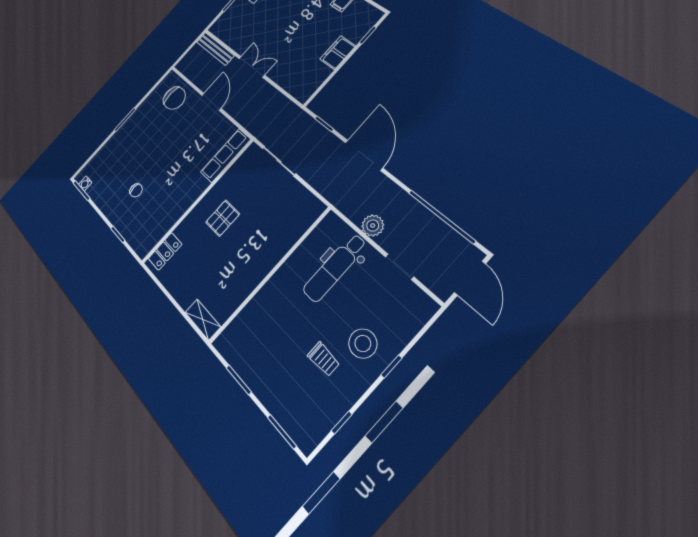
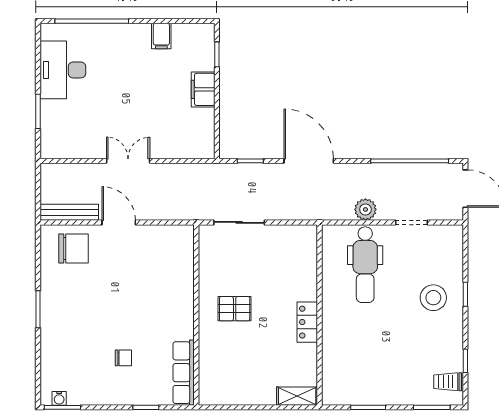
bench: (215, 49) -> (69, 212), moved
row of seats: (226, 156) -> (184, 373), moved
pallet: (223, 218) -> (235, 309), turned 90
locker: (165, 251) -> (307, 322), moved, turned 180
trolley: (324, 359) -> (448, 382), moved, turned 180

